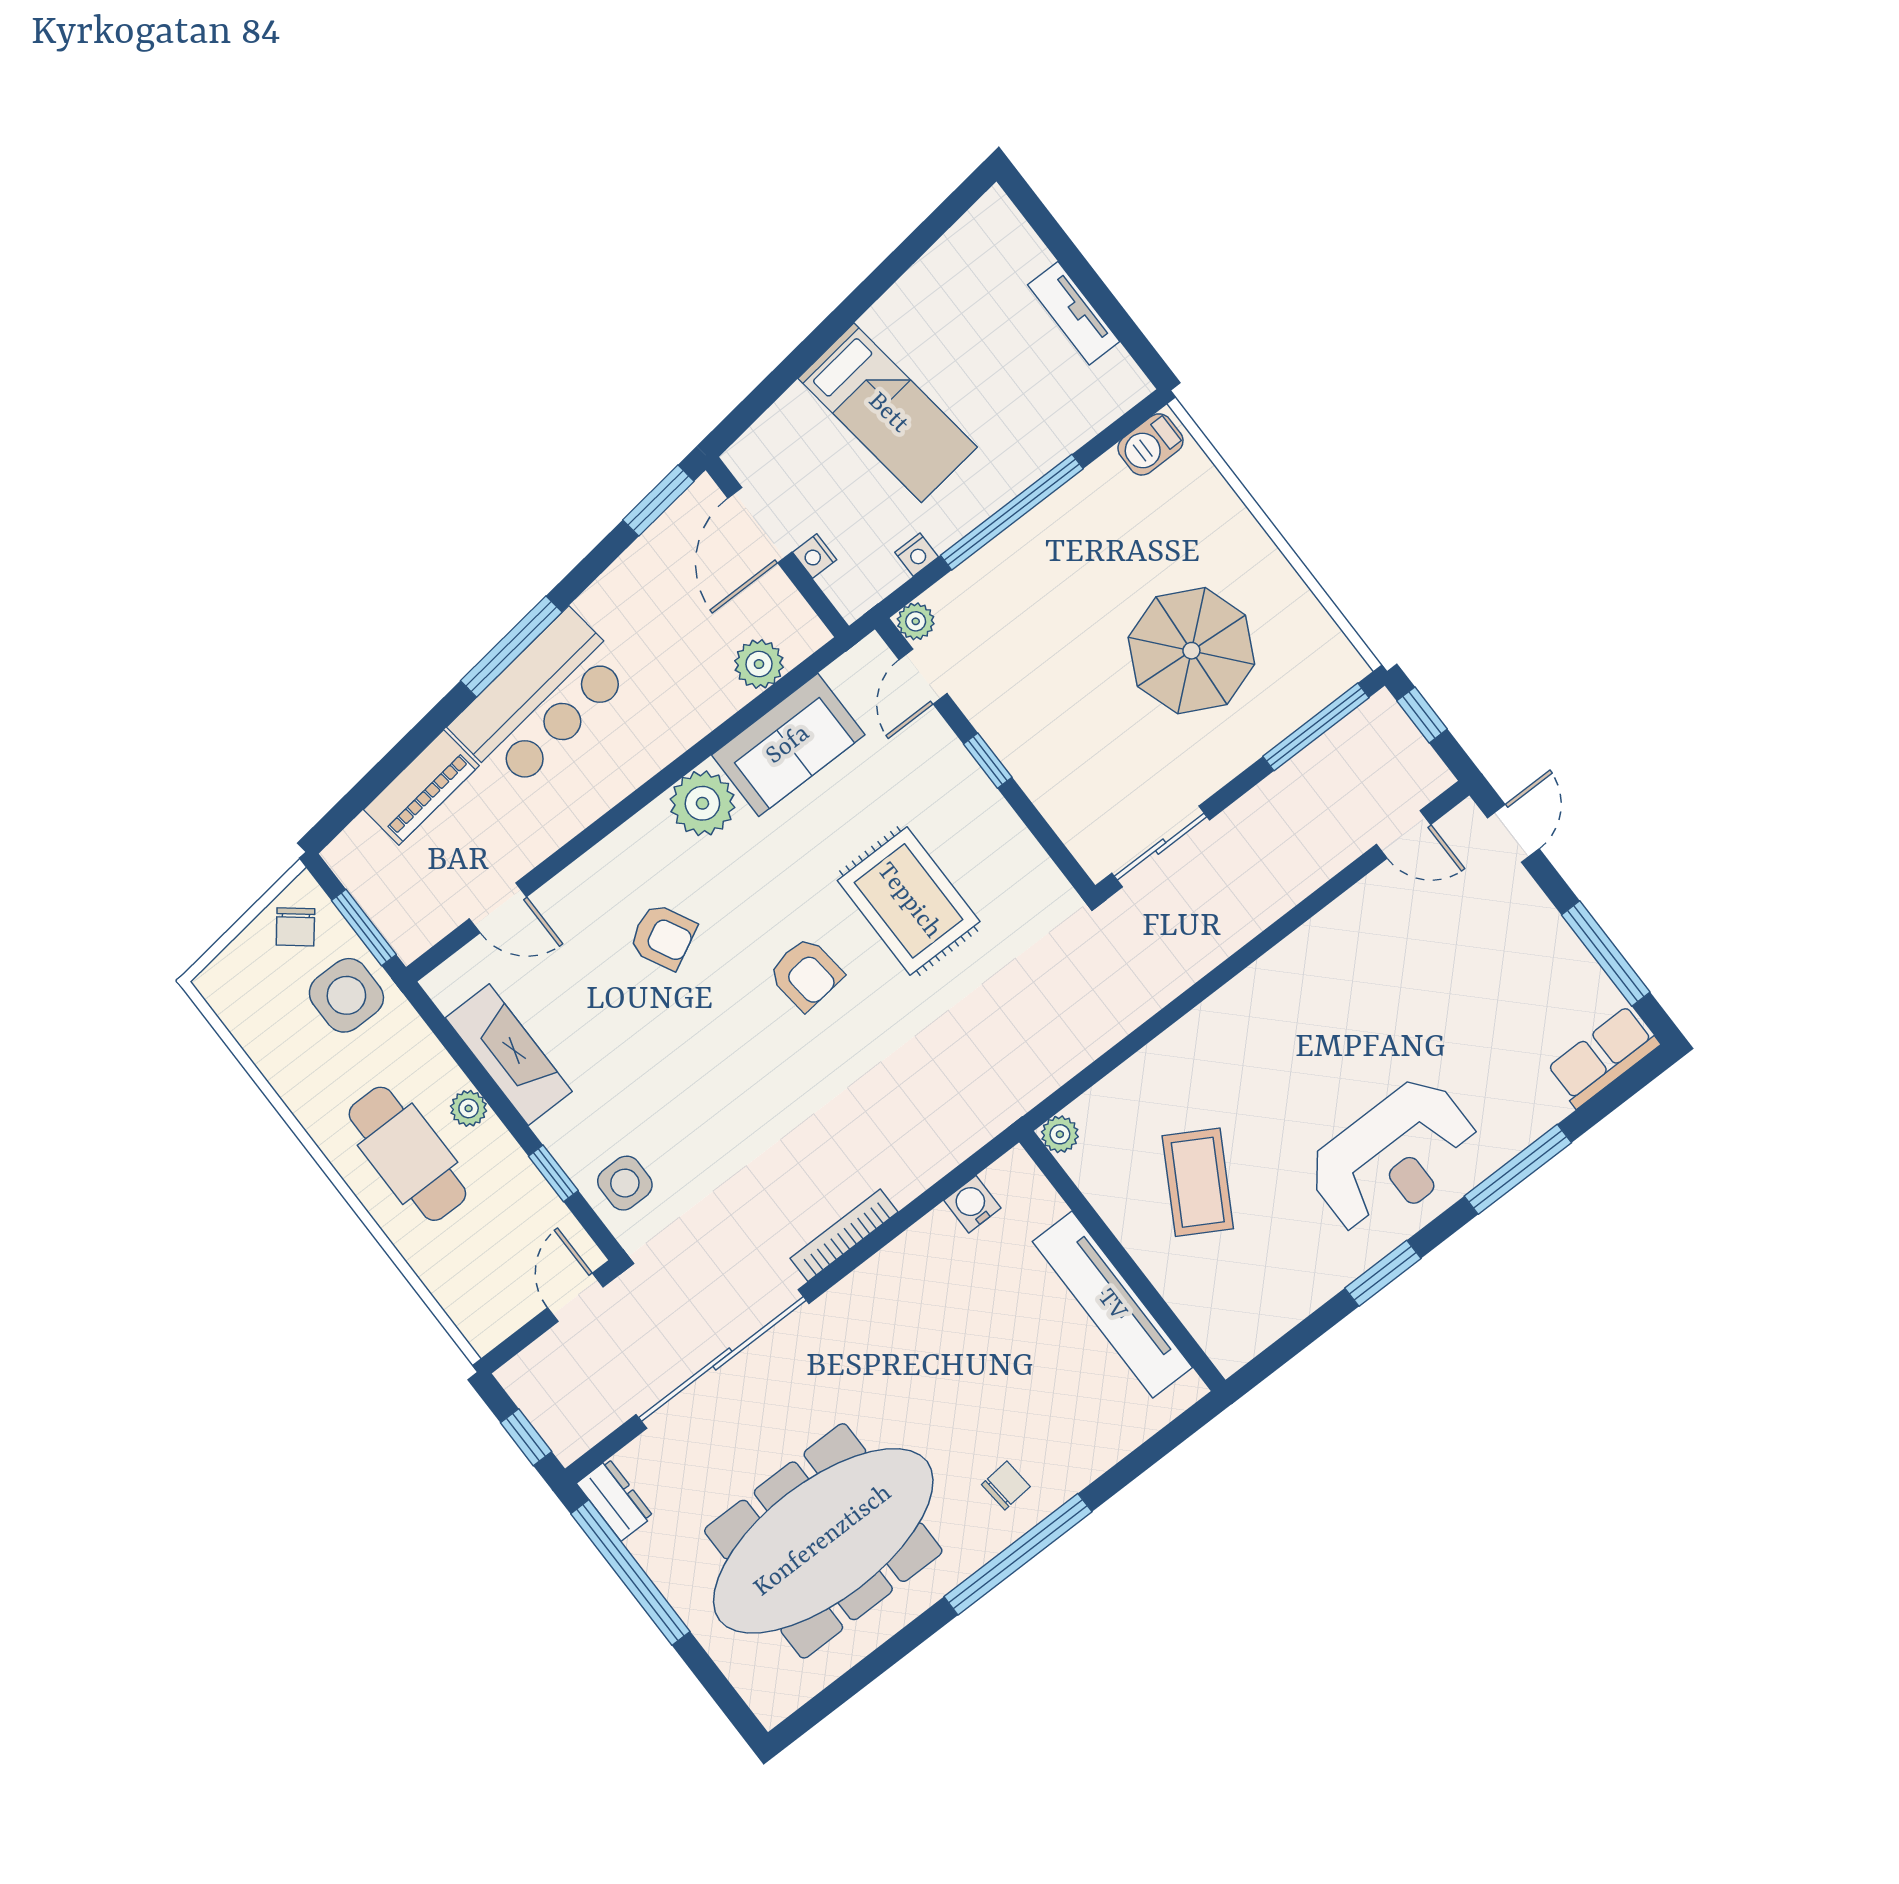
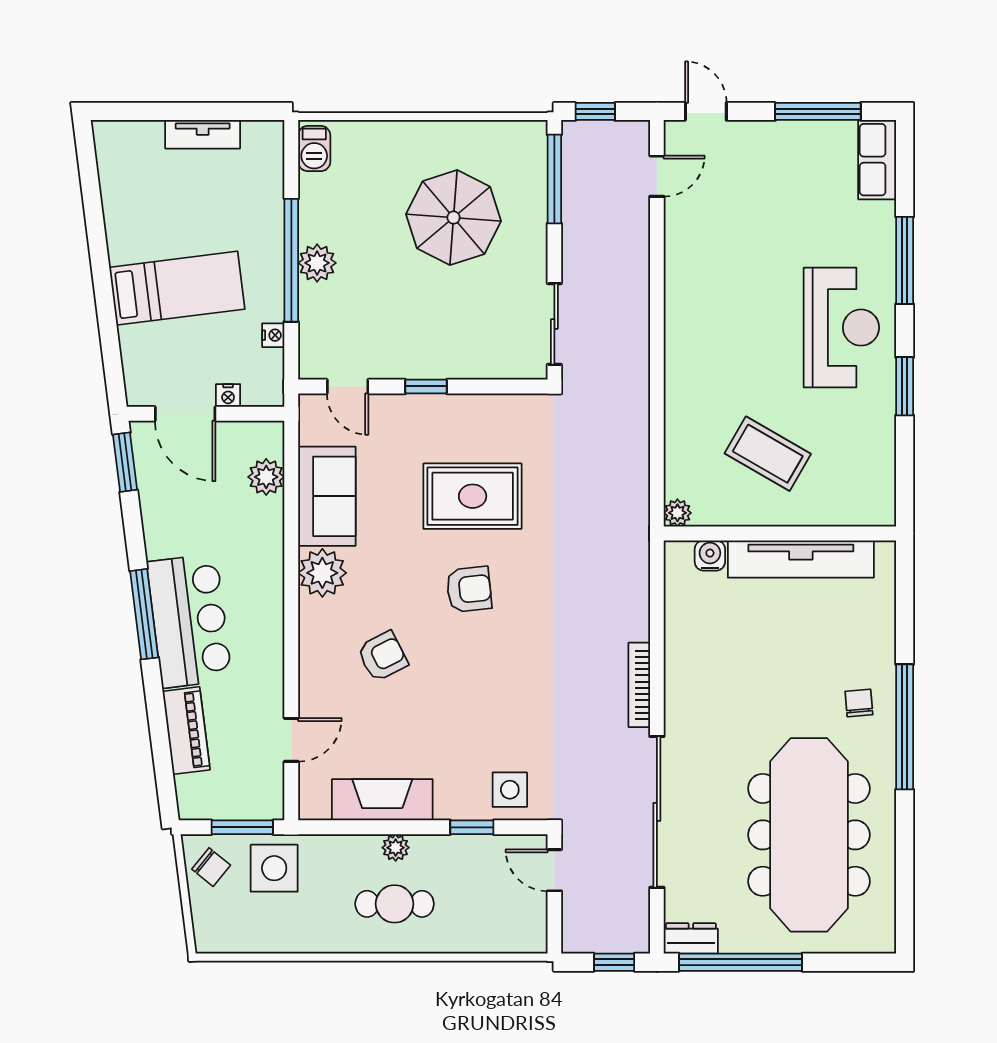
plant: (916, 621) -> (317, 263), moved, width x1.38, depth x1.38
cafe table: (407, 1154) -> (395, 904), width x0.73, depth x0.74
water cooler: (972, 1204) -> (710, 555), moved, turned 90

